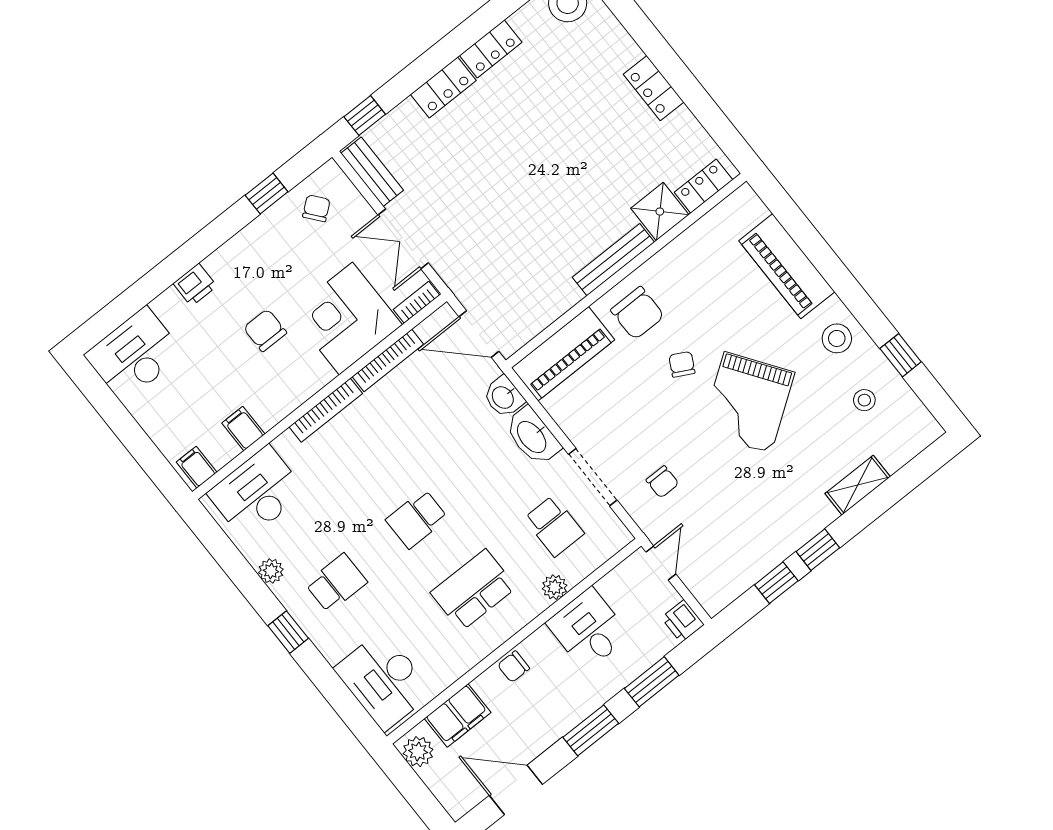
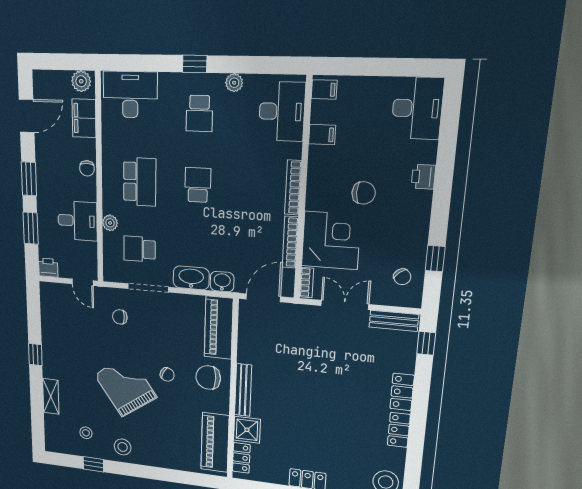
piano: (787, 266) -> (215, 442), moved, turned -90
window: (776, 583) -> (34, 324), removed
chair: (514, 667) -> (87, 168), turned 180

